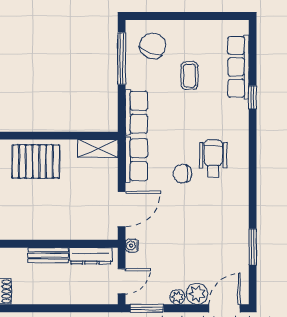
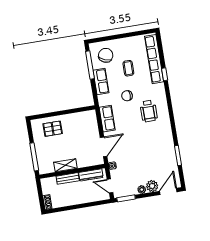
row of seats: (238, 67) -> (154, 59), width x1.36
row of seats: (136, 112) -> (101, 81), moved
shelving: (98, 148) -> (65, 165), moved
wheelchair: (213, 158) -> (149, 111), turned 180
pallet: (36, 162) -> (53, 129), width x0.67, depth x0.71
chair: (182, 174) -> (127, 96), moved
door: (122, 281) -> (110, 186), swing flipped

